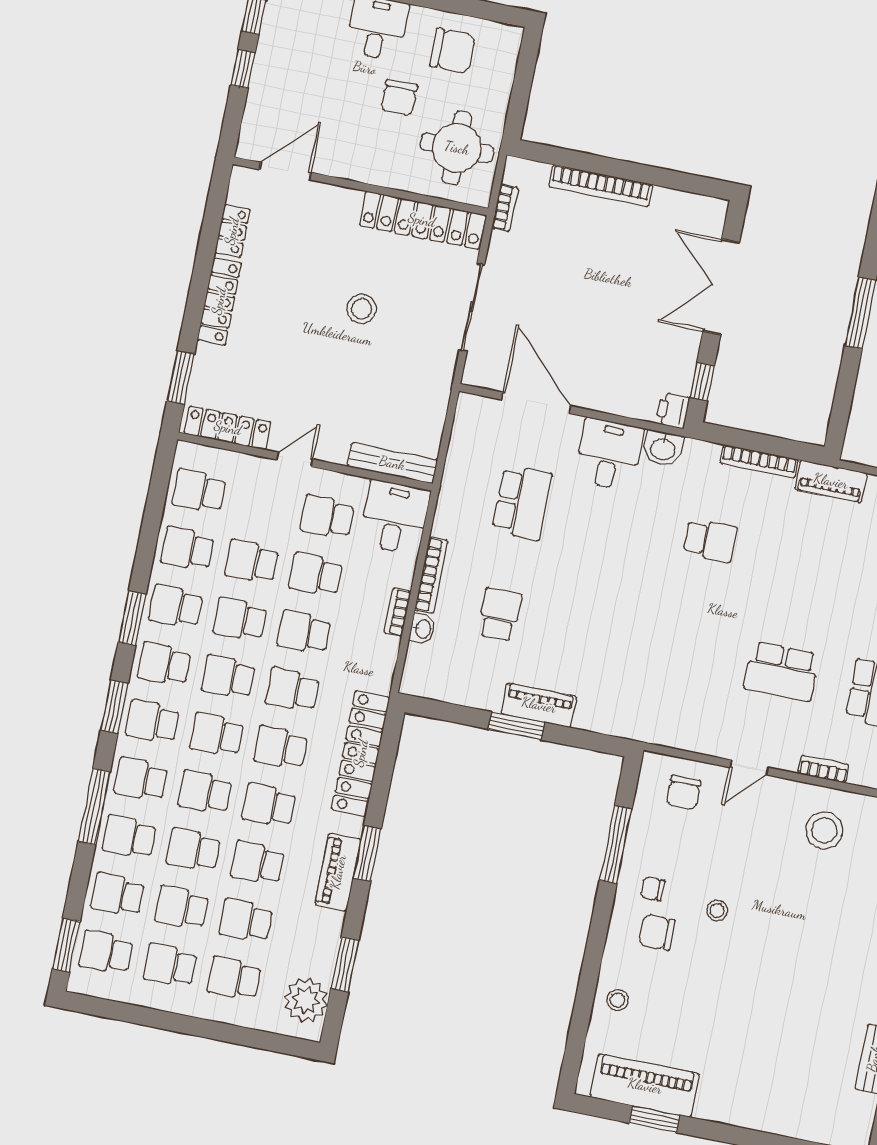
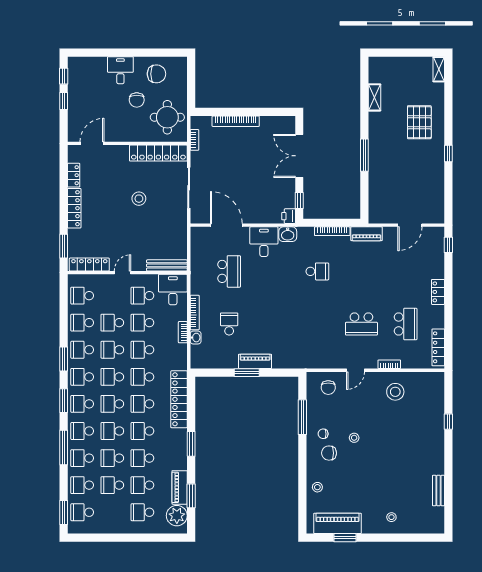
piano: (338, 872) -> (180, 487), moved
school desk: (170, 965) -> (112, 512), removed
stool: (762, 1096) -> (391, 517), added

